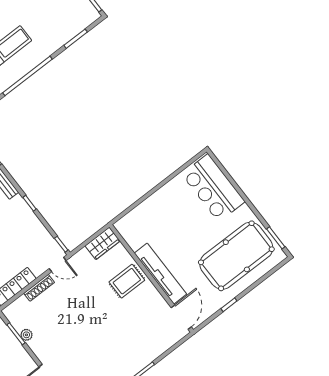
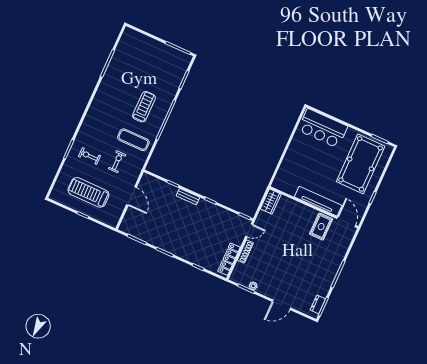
rug: (127, 281) -> (321, 227), moved

